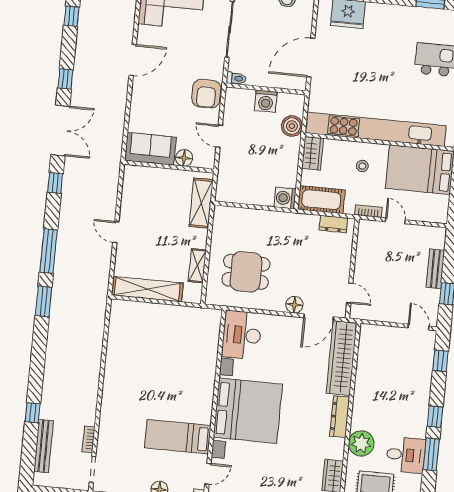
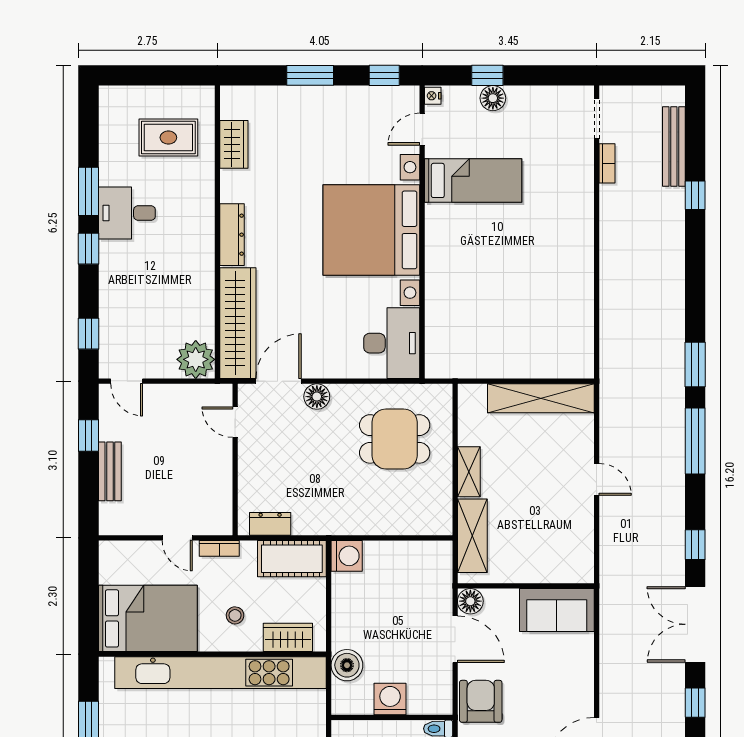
door: (219, 136) -> (455, 639), width x1.38
wardrobe: (313, 153) -> (288, 637), moved, turned 90
floor lamp: (184, 158) -> (470, 601), moved
shelving: (197, 266) -> (469, 472), moved
plant: (361, 443) -> (196, 359), moved
desk: (406, 455) -> (127, 213), moved

